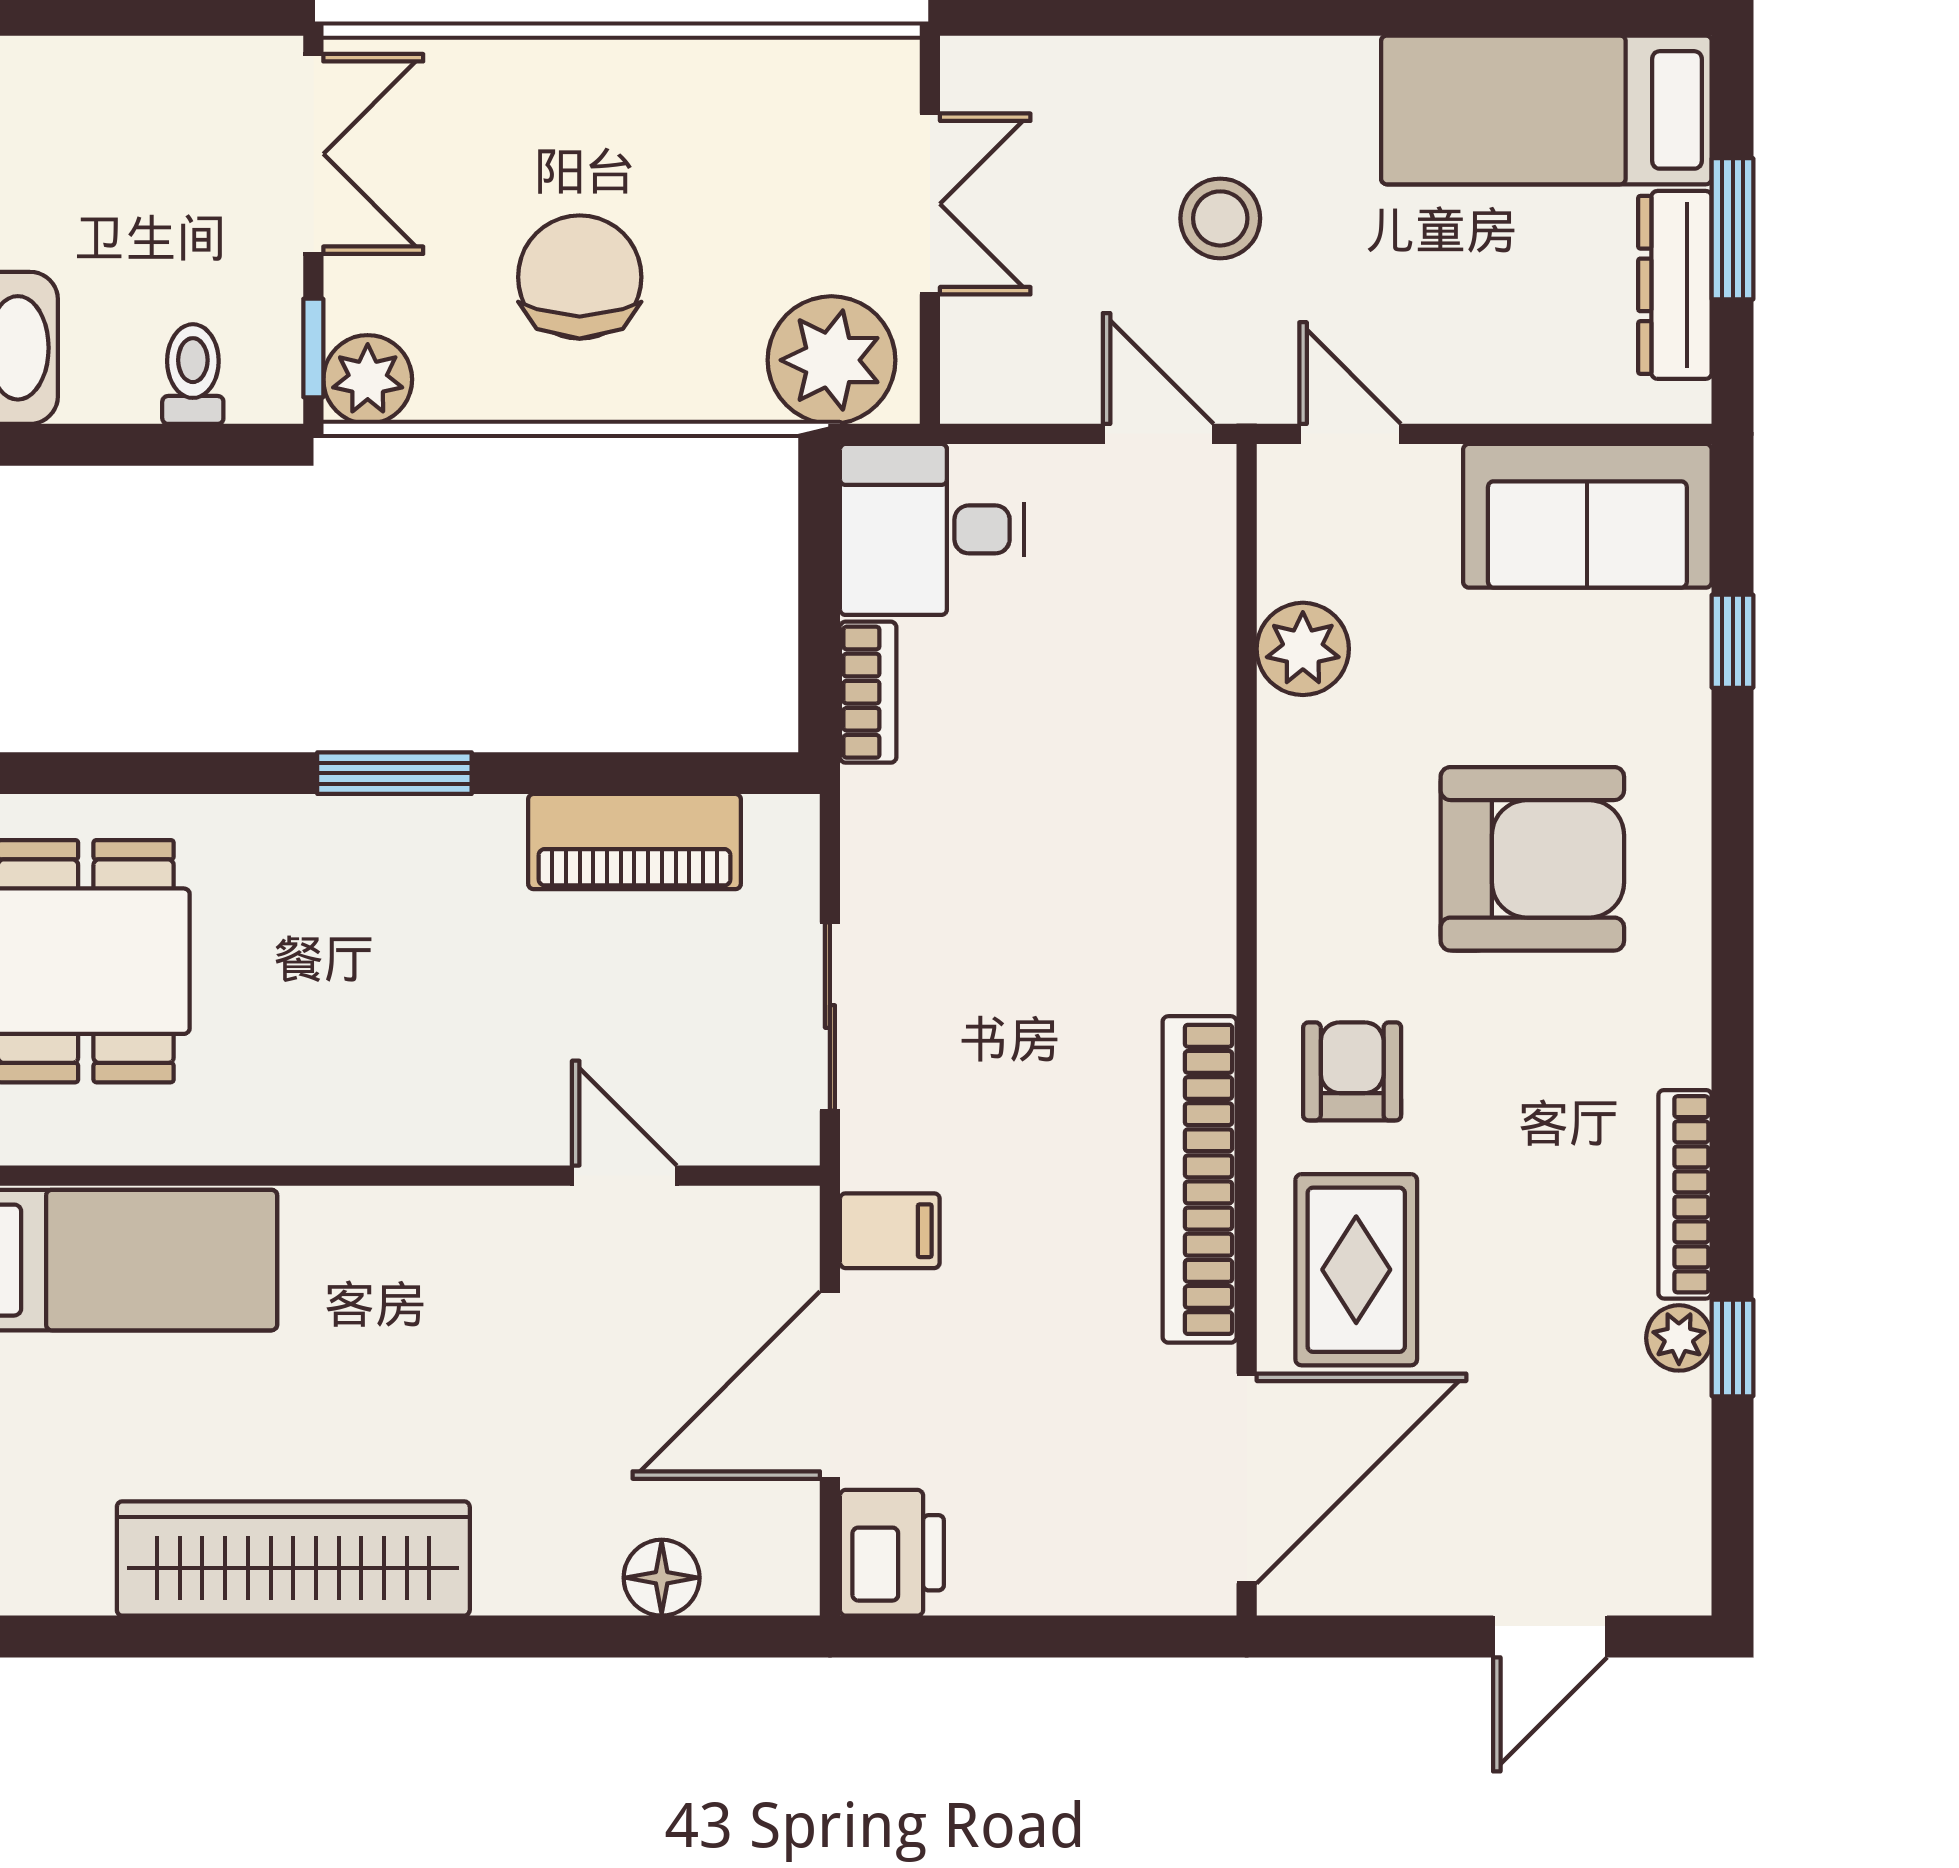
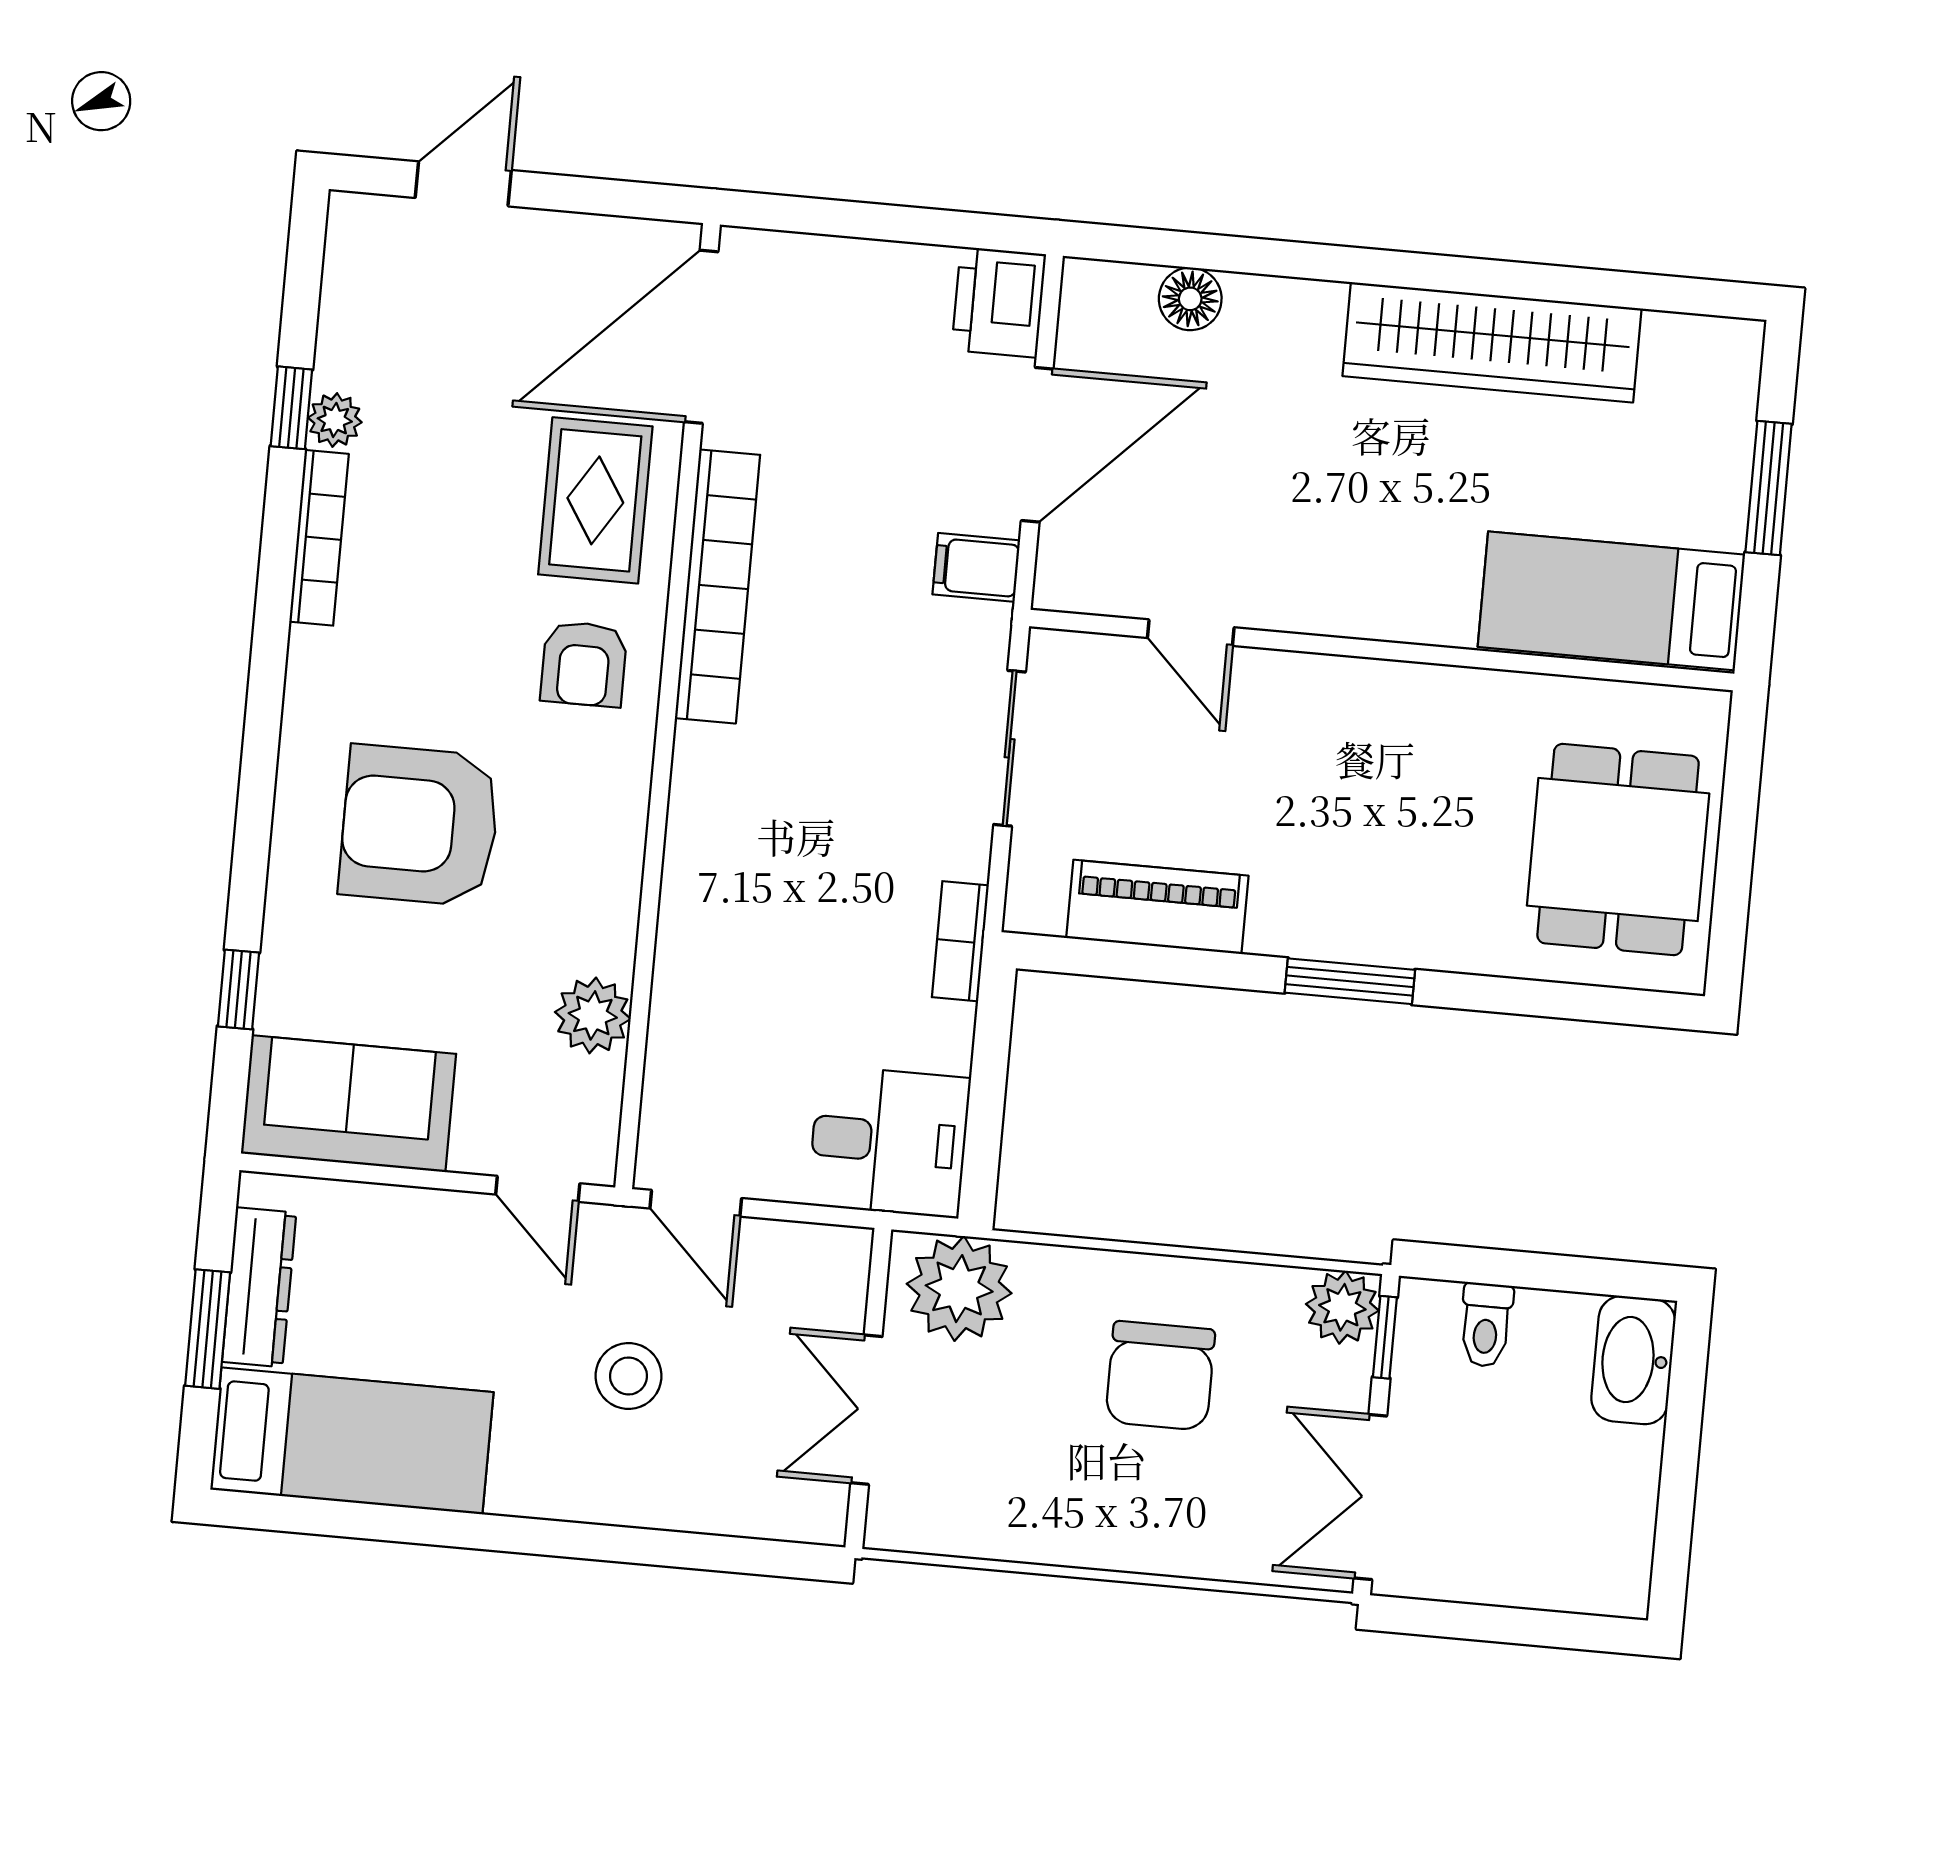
bookcase: (868, 692) -> (960, 941), moved

